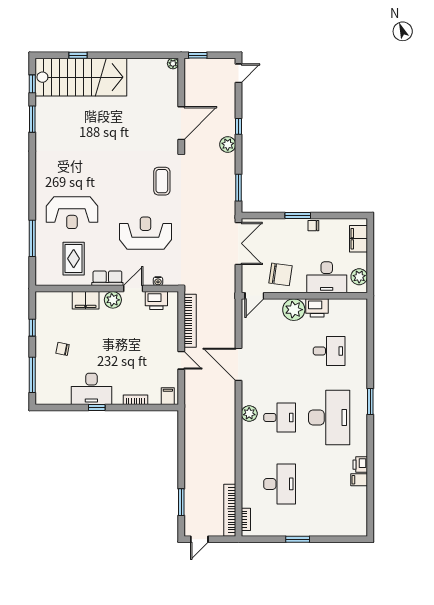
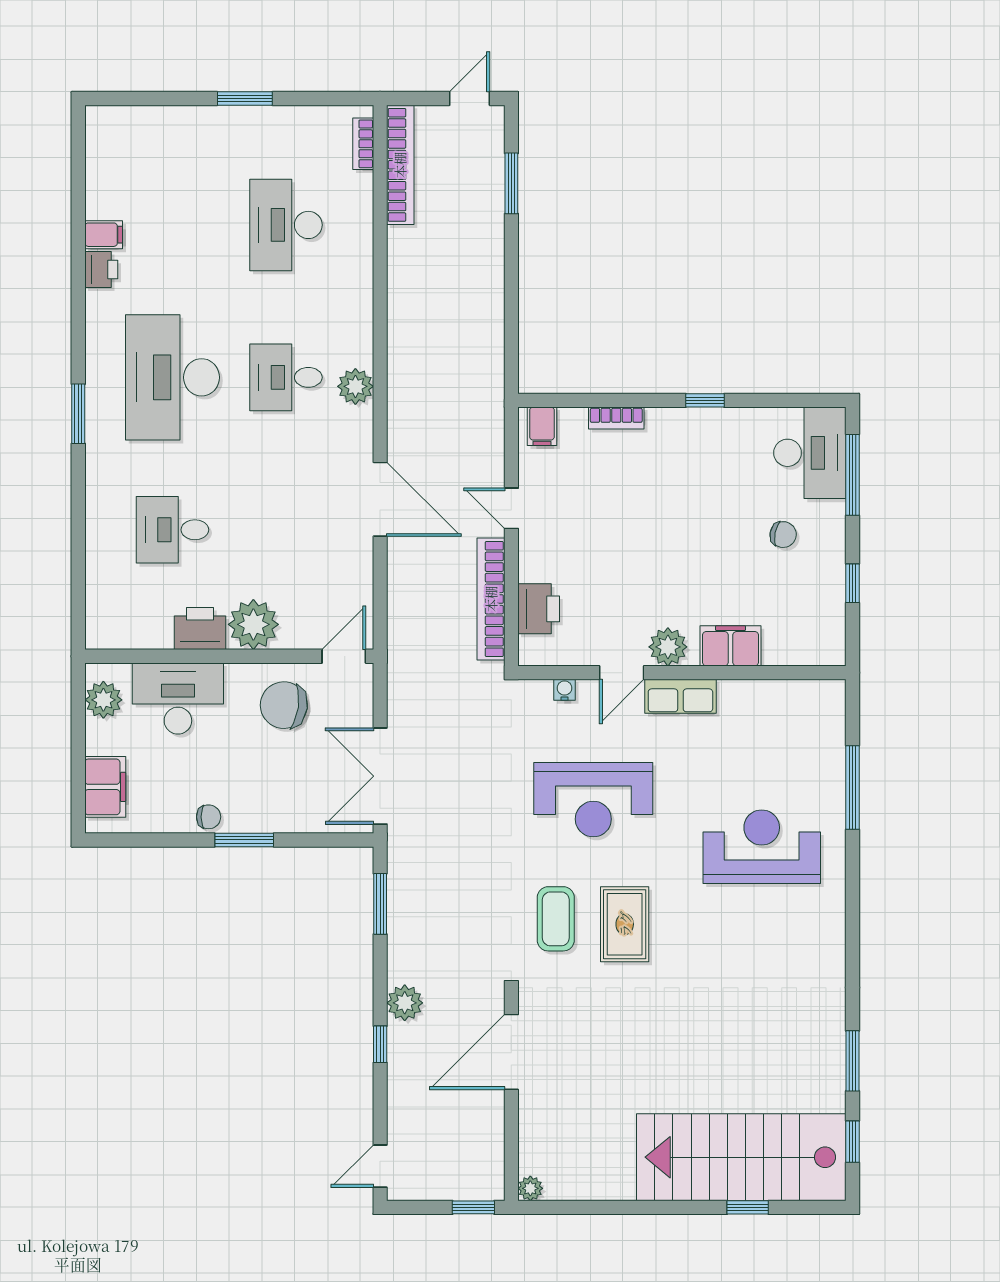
rug: (74, 259) -> (625, 924), moved
printer: (156, 301) -> (539, 609), moved, turned 90
desk: (91, 389) -> (810, 453), moved, turned 90

